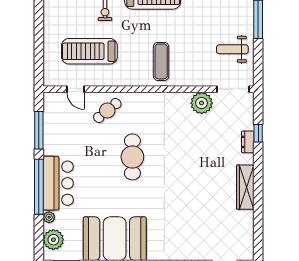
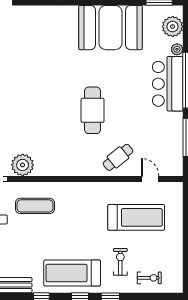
exercise mat: (161, 61) -> (35, 206), moved, turned 90

